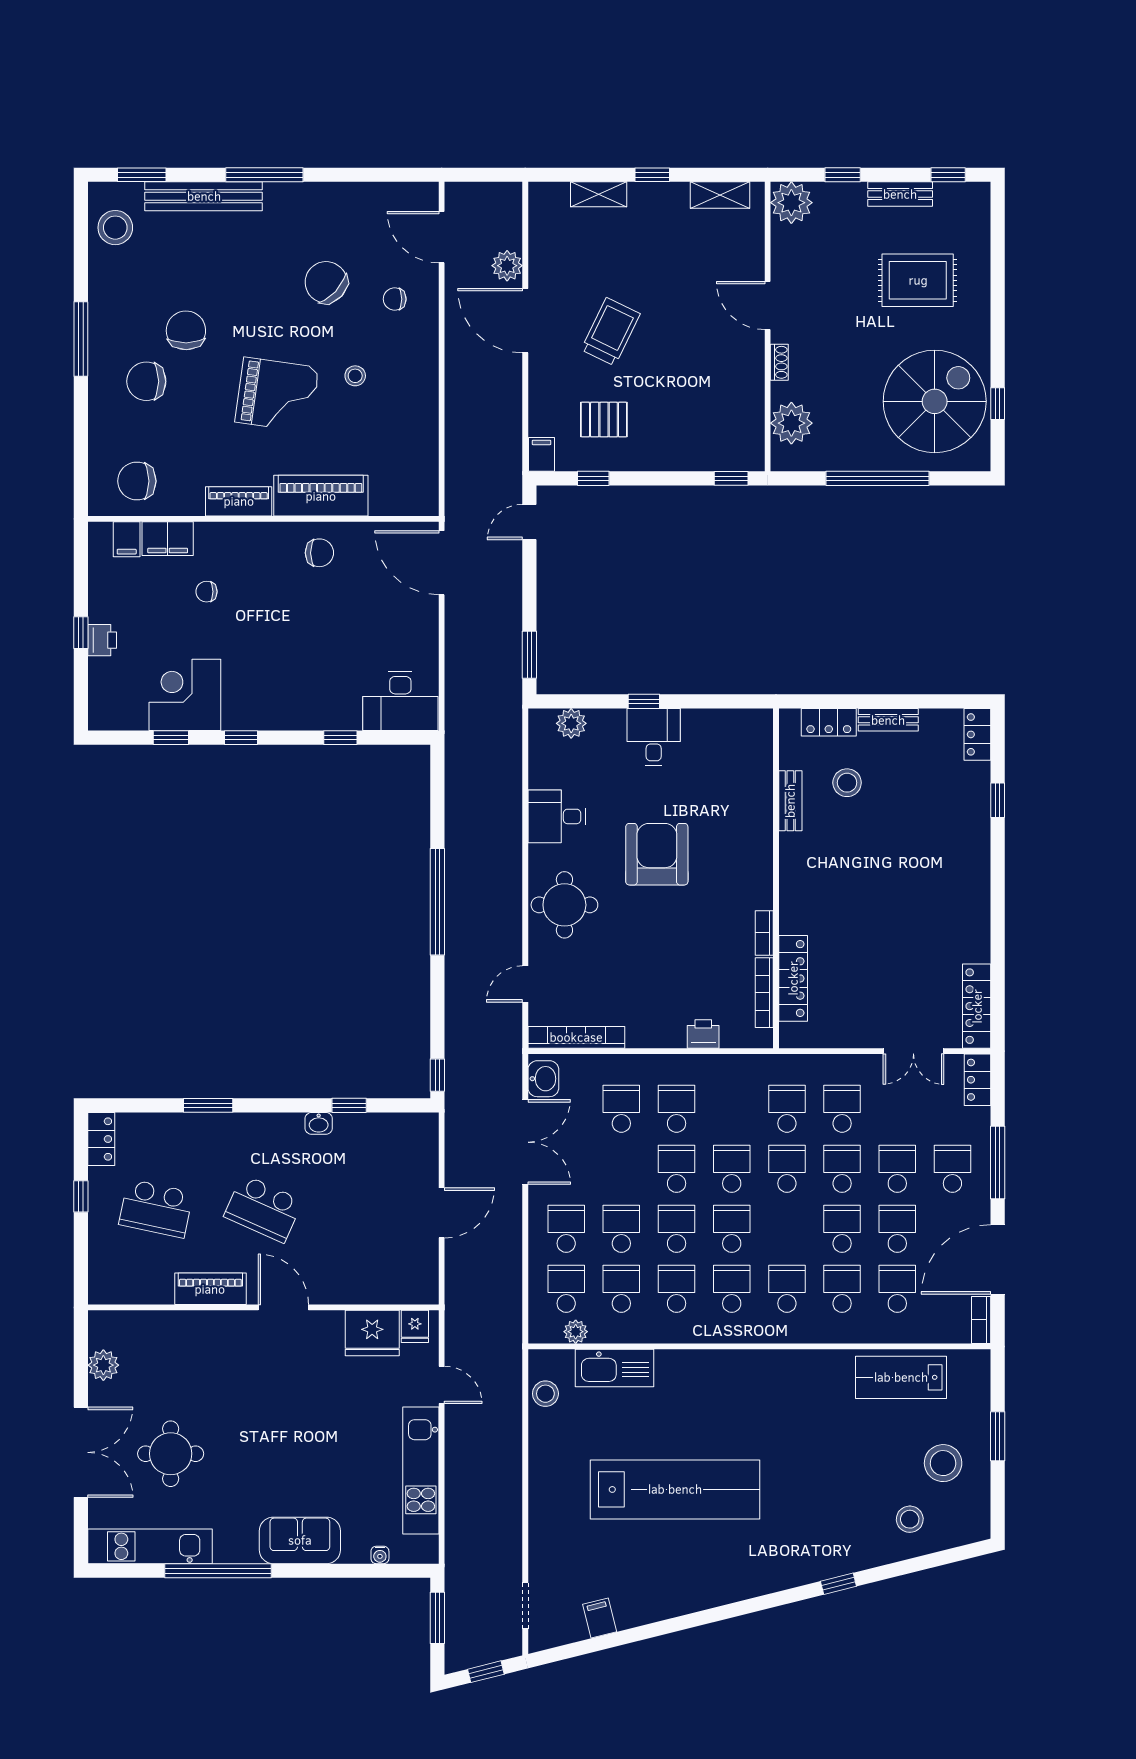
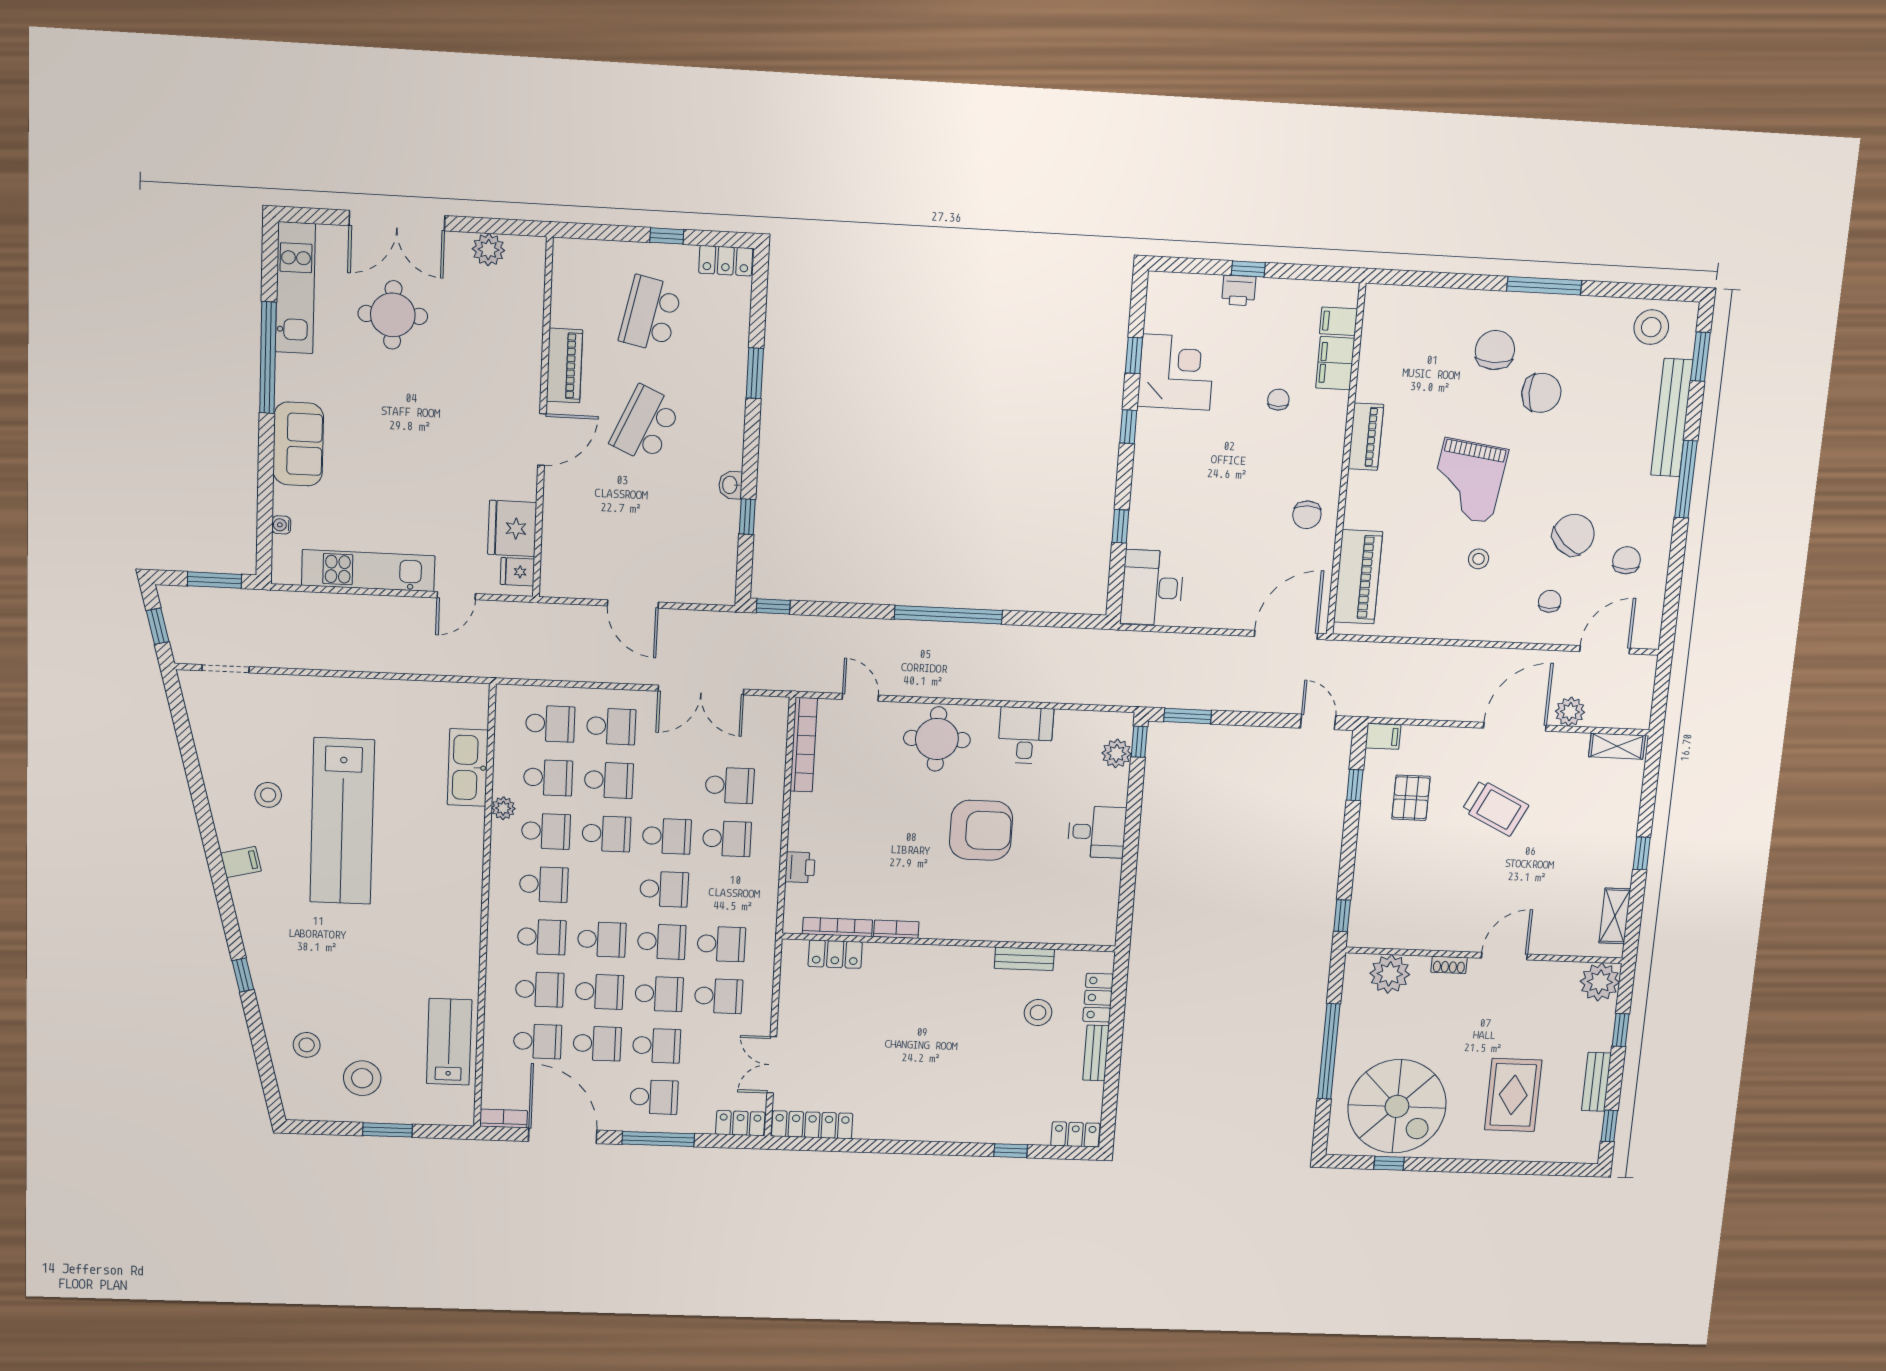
shelving: (599, 194) -> (1617, 746), moved, turned 90
chair: (137, 481) -> (1626, 560), moved, width x0.73, depth x0.73
piano: (321, 496) -> (1358, 577), moved
window: (644, 701) -> (1139, 742), moved
locker: (793, 978) -> (835, 954), width x0.66
washbasin: (543, 1079) -> (764, 711), removed
school desk: (732, 1229) -> (602, 939), moved
plant: (576, 1332) -> (503, 808), moved
stool: (545, 1394) -> (268, 795), moved
filing cabinet: (600, 1618) -> (241, 862), moved

